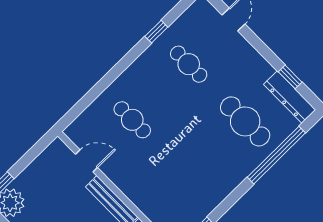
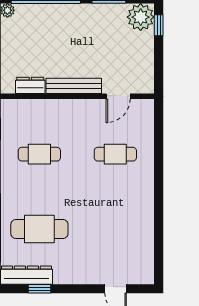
window: (156, 32) -> (159, 229), removed
cafe table: (189, 64) -> (39, 154), moved

